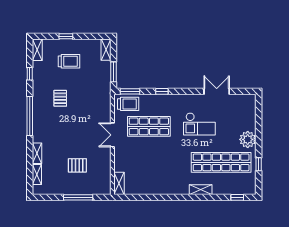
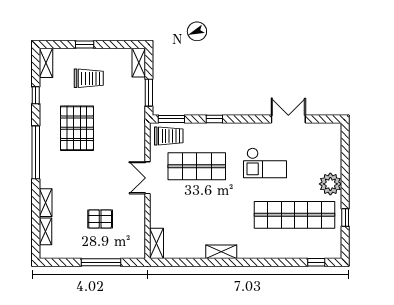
pallet: (60, 98) -> (77, 128), width x2.05, depth x2.00
shelving: (201, 190) -> (221, 252), moved

